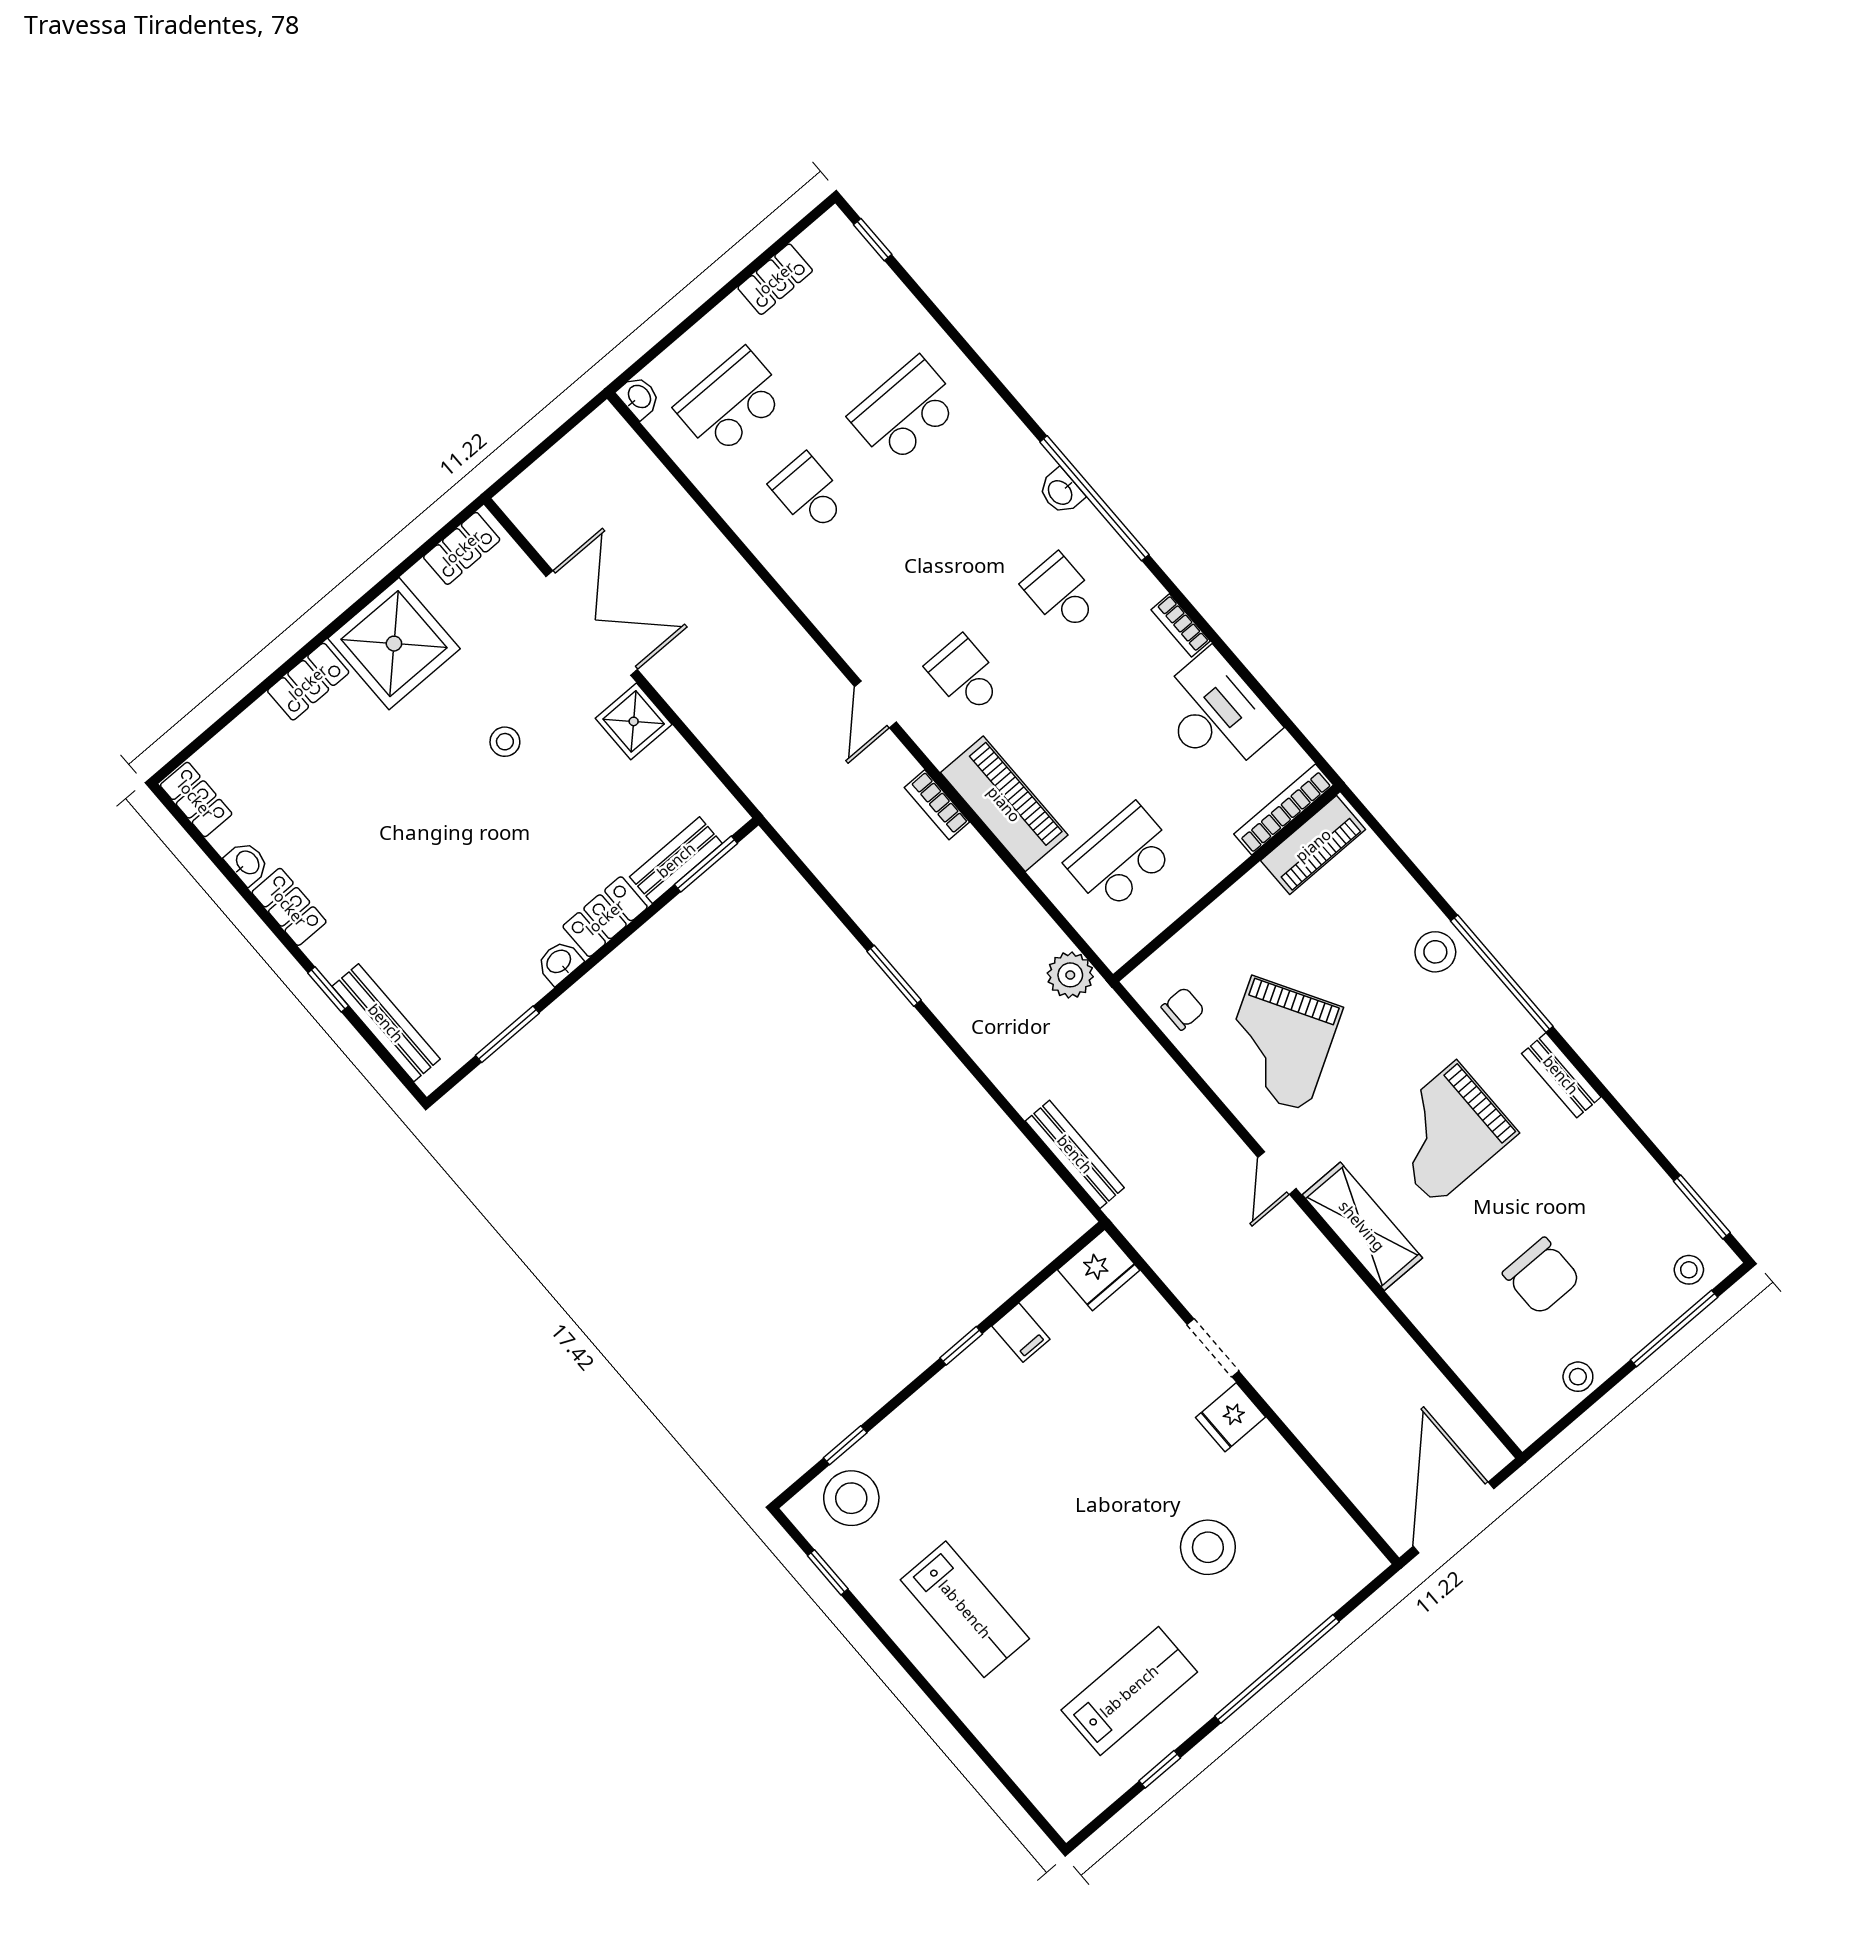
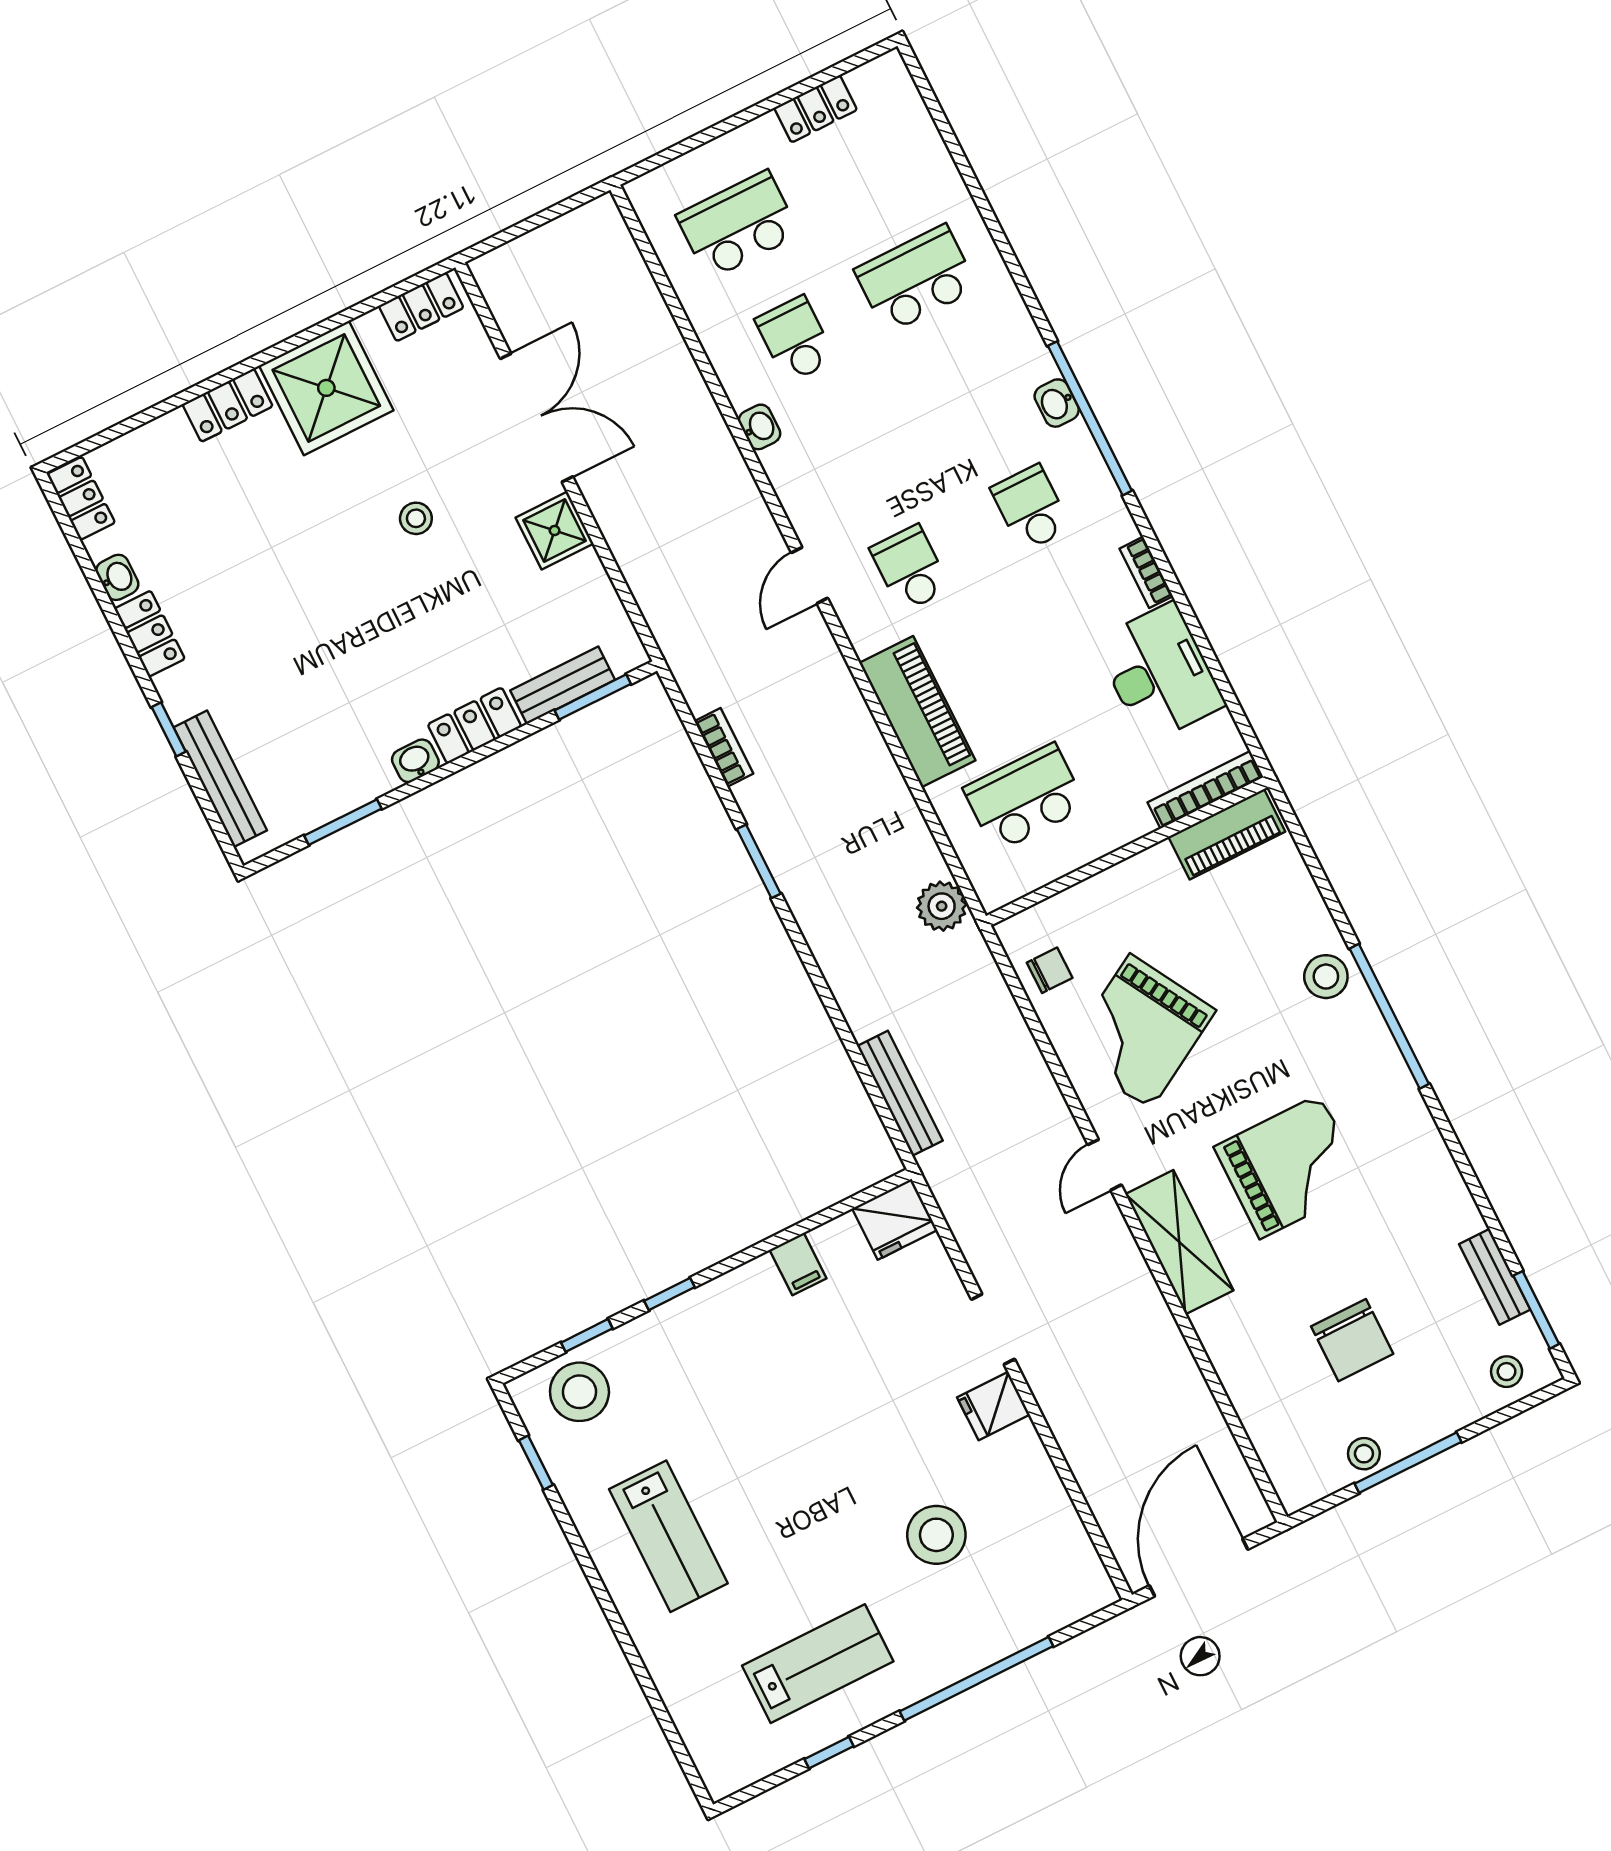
window: (873, 240) -> (927, 93), removed
washbasin: (639, 397) -> (760, 427), moved
bookcase: (937, 805) -> (724, 747), moved, turned 180
bench: (1561, 1075) -> (1495, 1277), moved
grand piano: (1446, 1133) -> (1290, 1167), turned 180
window: (1674, 1328) -> (1408, 1463), moved
window: (961, 1346) -> (669, 1294), moved

